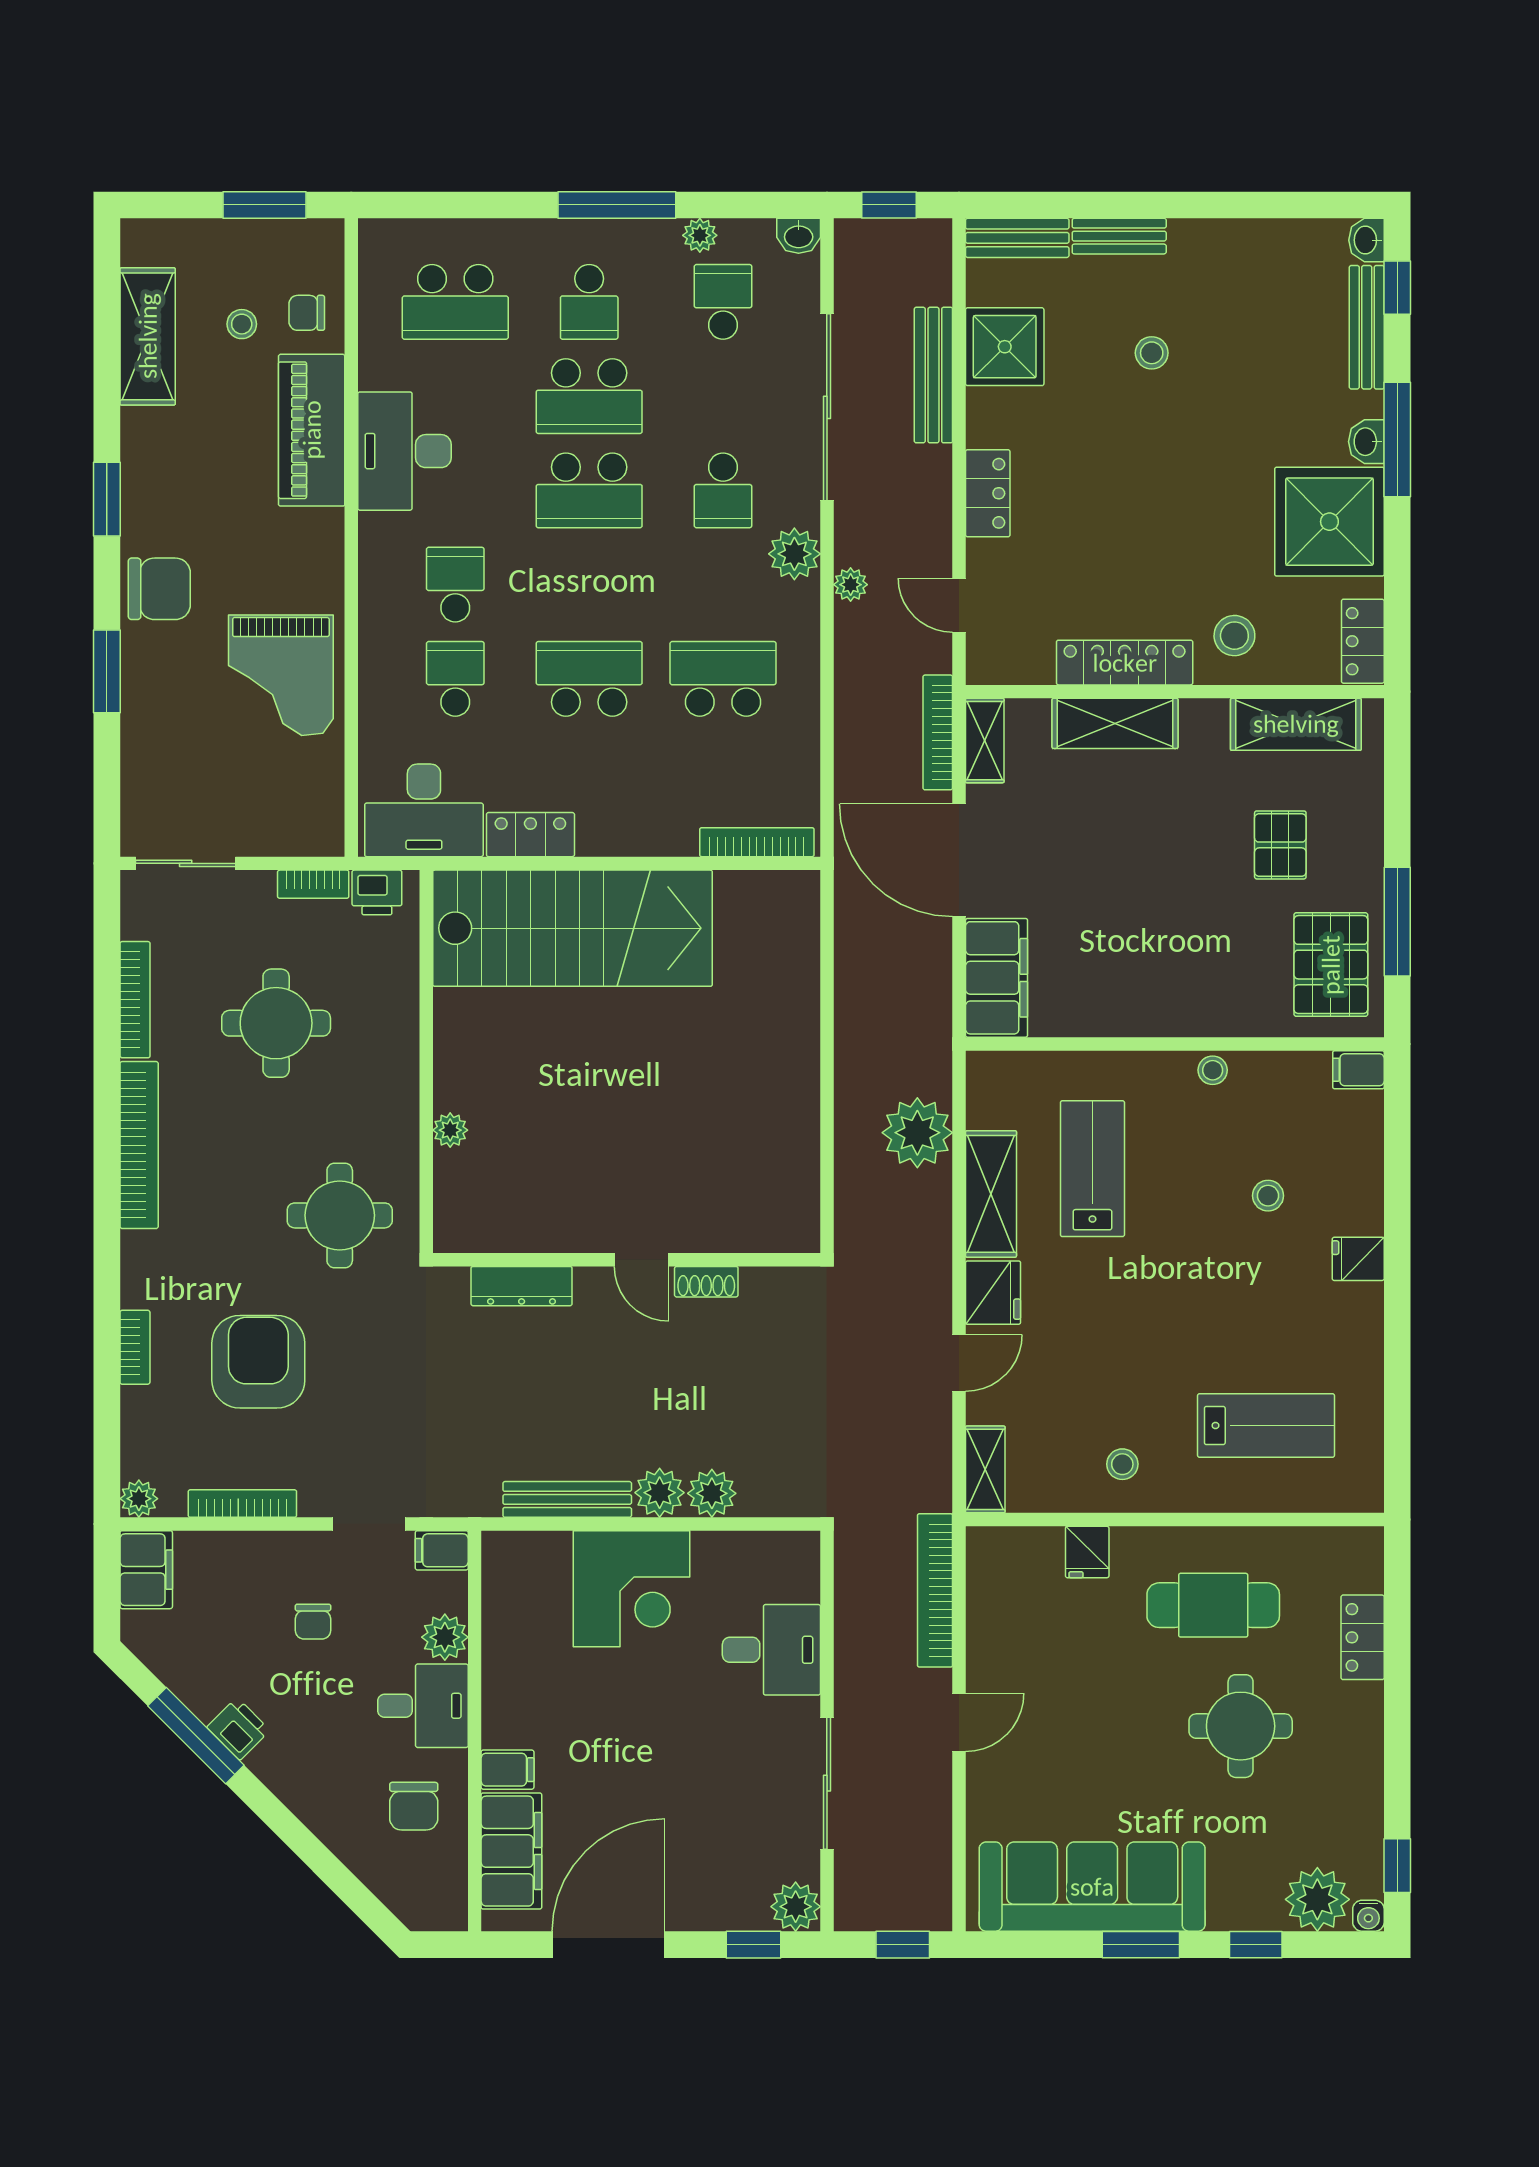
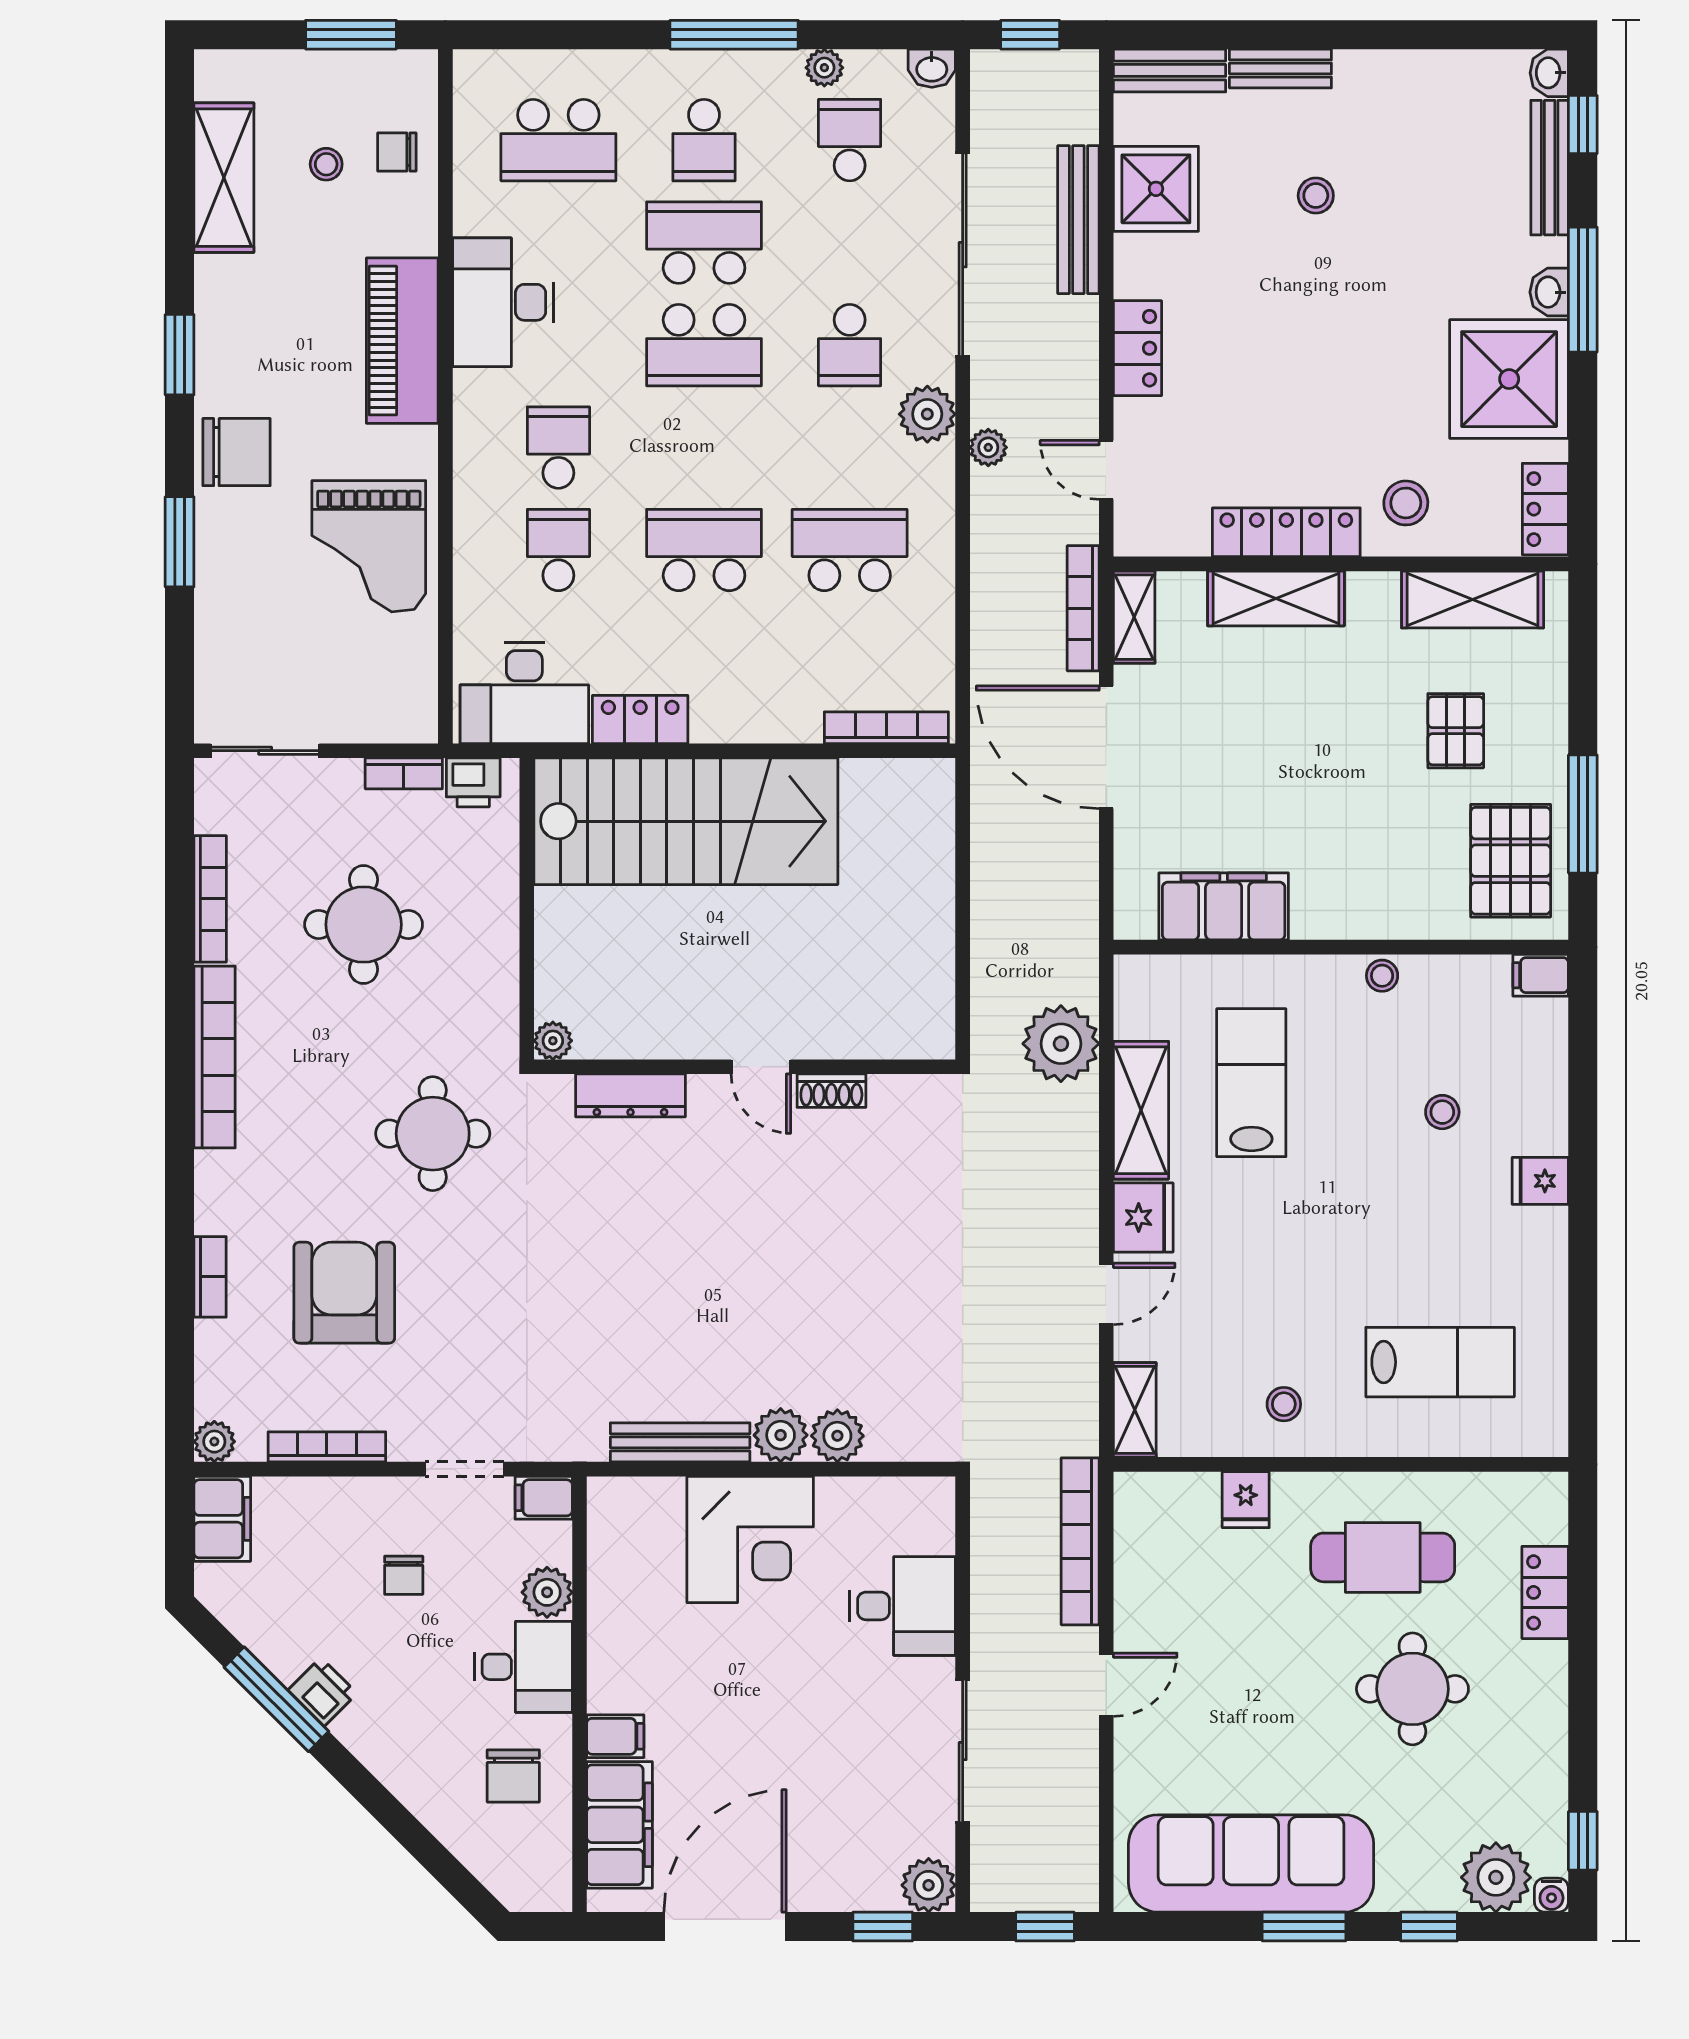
school desk: (589, 396) -> (704, 243), turned 180
piano: (312, 430) -> (402, 341), moved
filing cabinet: (997, 978) -> (1224, 906), moved, turned -90
wall: (627, 1260) -> (745, 1067), moved
door: (641, 1260) -> (761, 1067), moved
shoe rack: (706, 1282) -> (831, 1091), moved
dresser: (522, 1286) -> (630, 1095), moved

